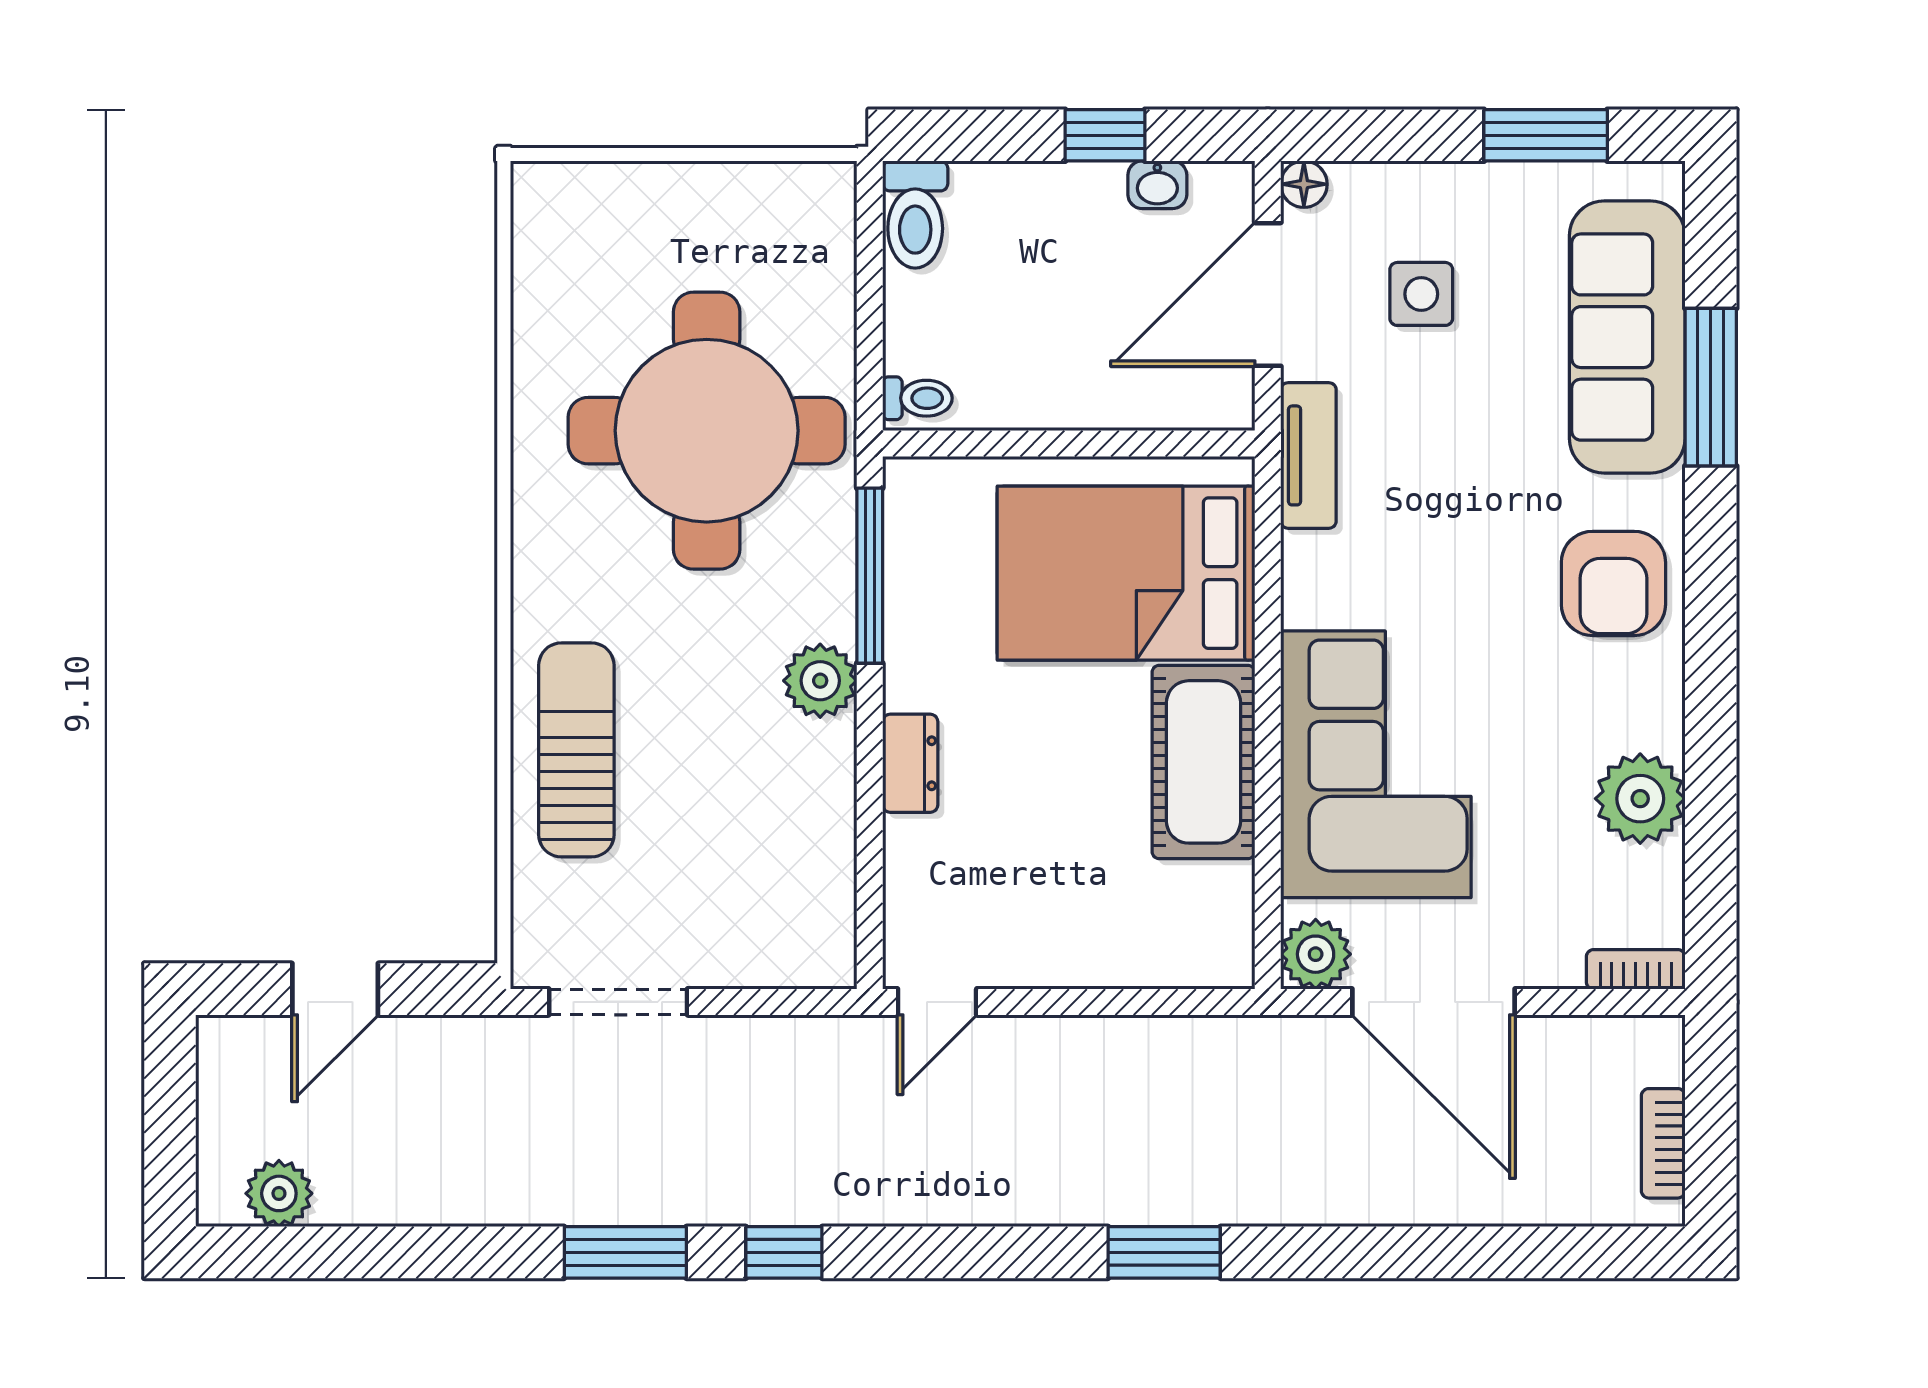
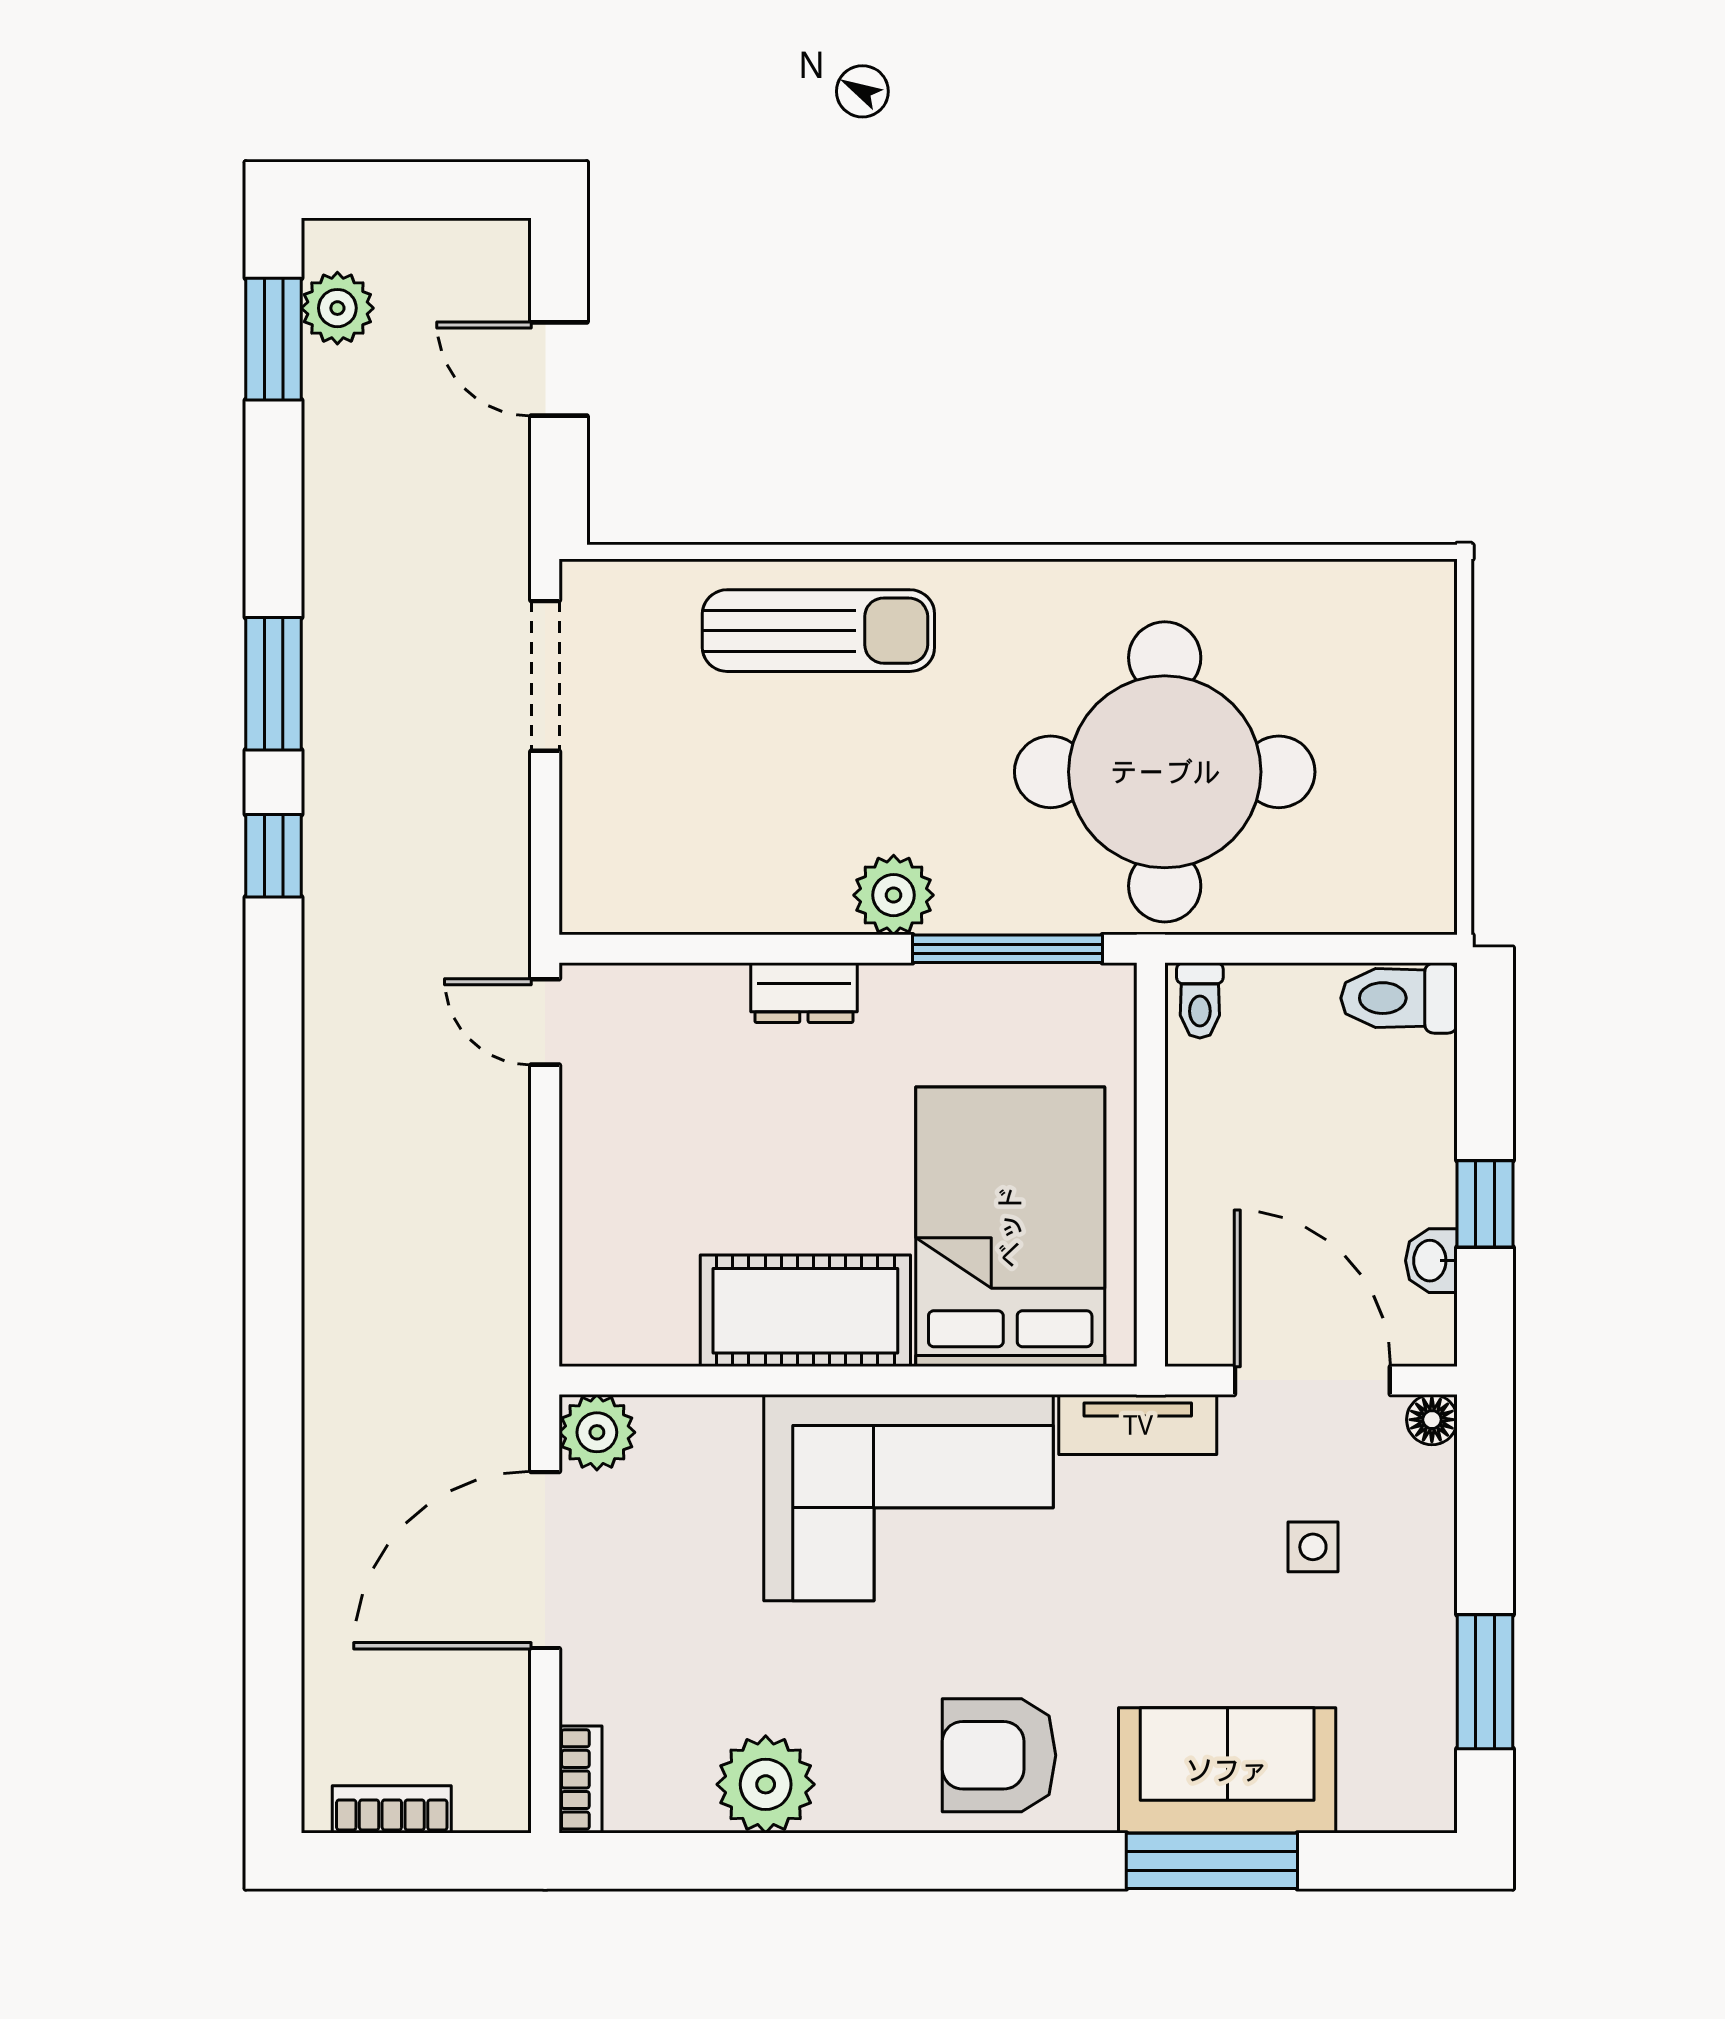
side table: (1421, 294) -> (1313, 1547), width x0.73, depth x0.73
sofa: (1627, 337) -> (1227, 1770), width x0.73
corner sofa: (1376, 764) -> (909, 1498), moved
window: (1164, 1252) -> (274, 339), moved

